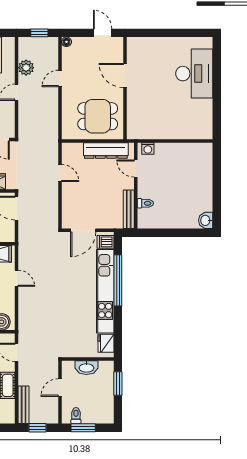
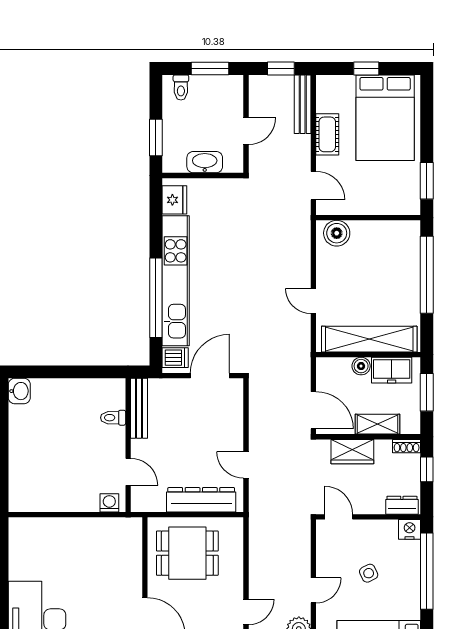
dresser: (106, 150) -> (201, 500), moved
toilet: (76, 416) -> (181, 87), moved

